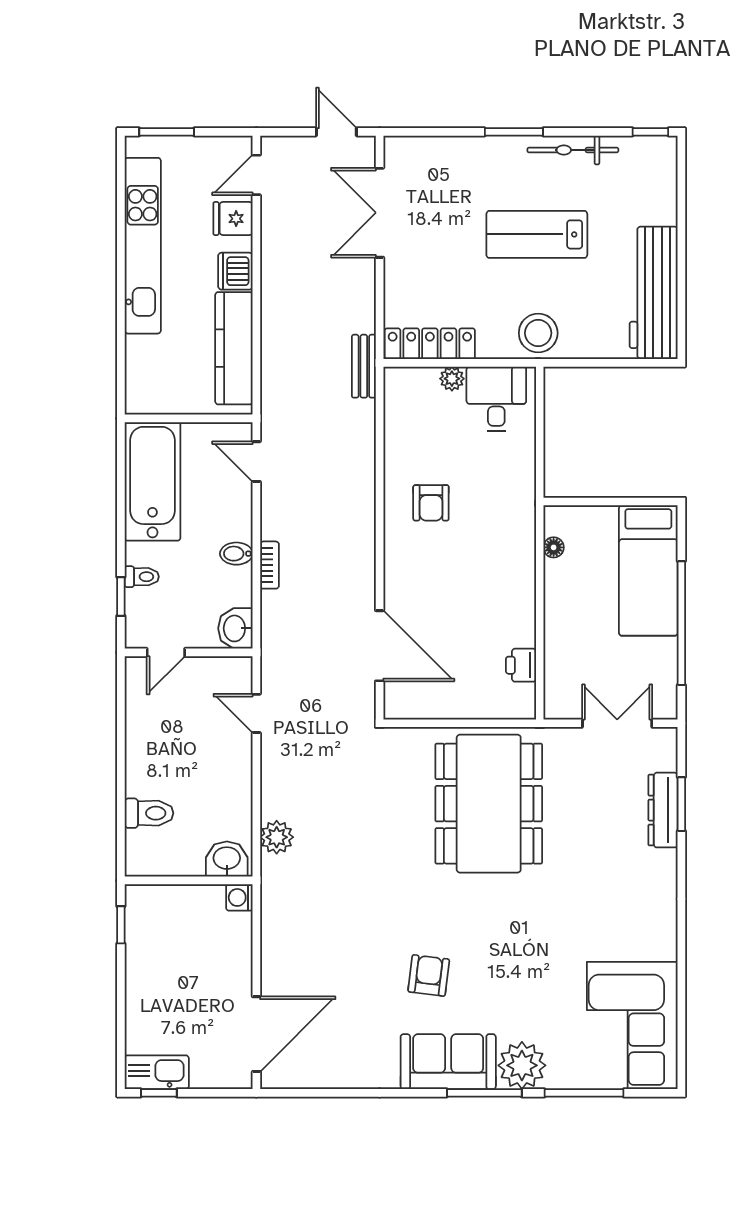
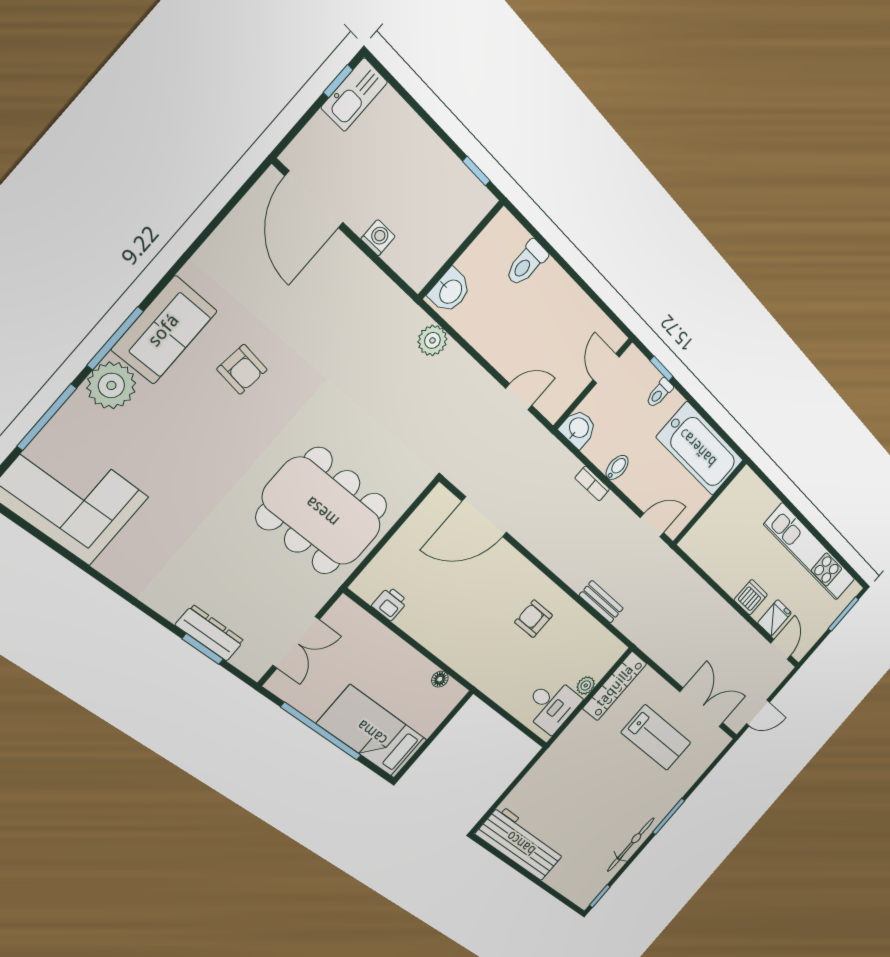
lab bench: (537, 234) -> (656, 738), moved, turned 90
stool: (538, 333) -> (562, 757), removed
kitchen counter: (234, 348) -> (717, 563), removed
bench: (364, 366) -> (601, 602), moved
washing machine: (239, 897) -> (378, 238), moved

